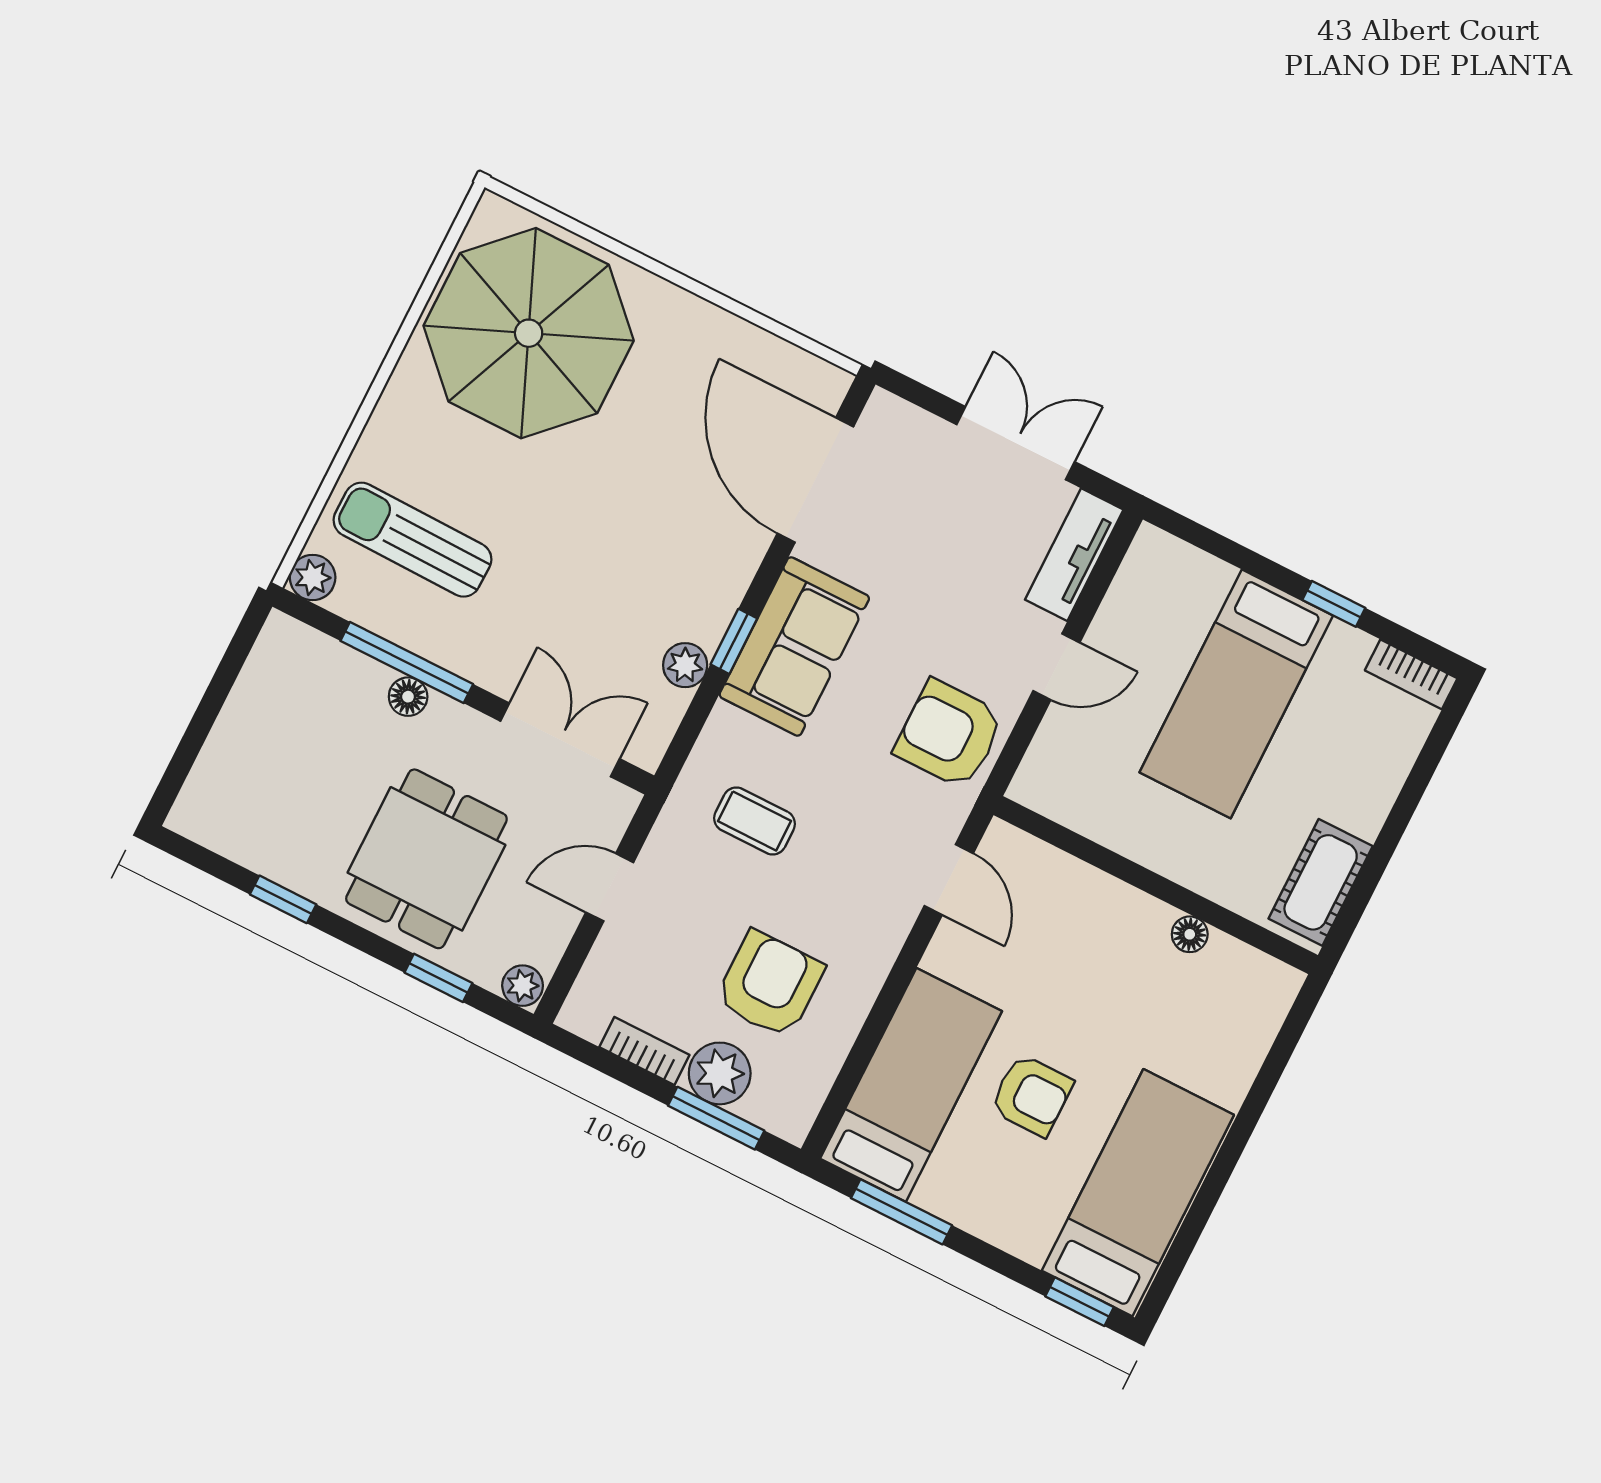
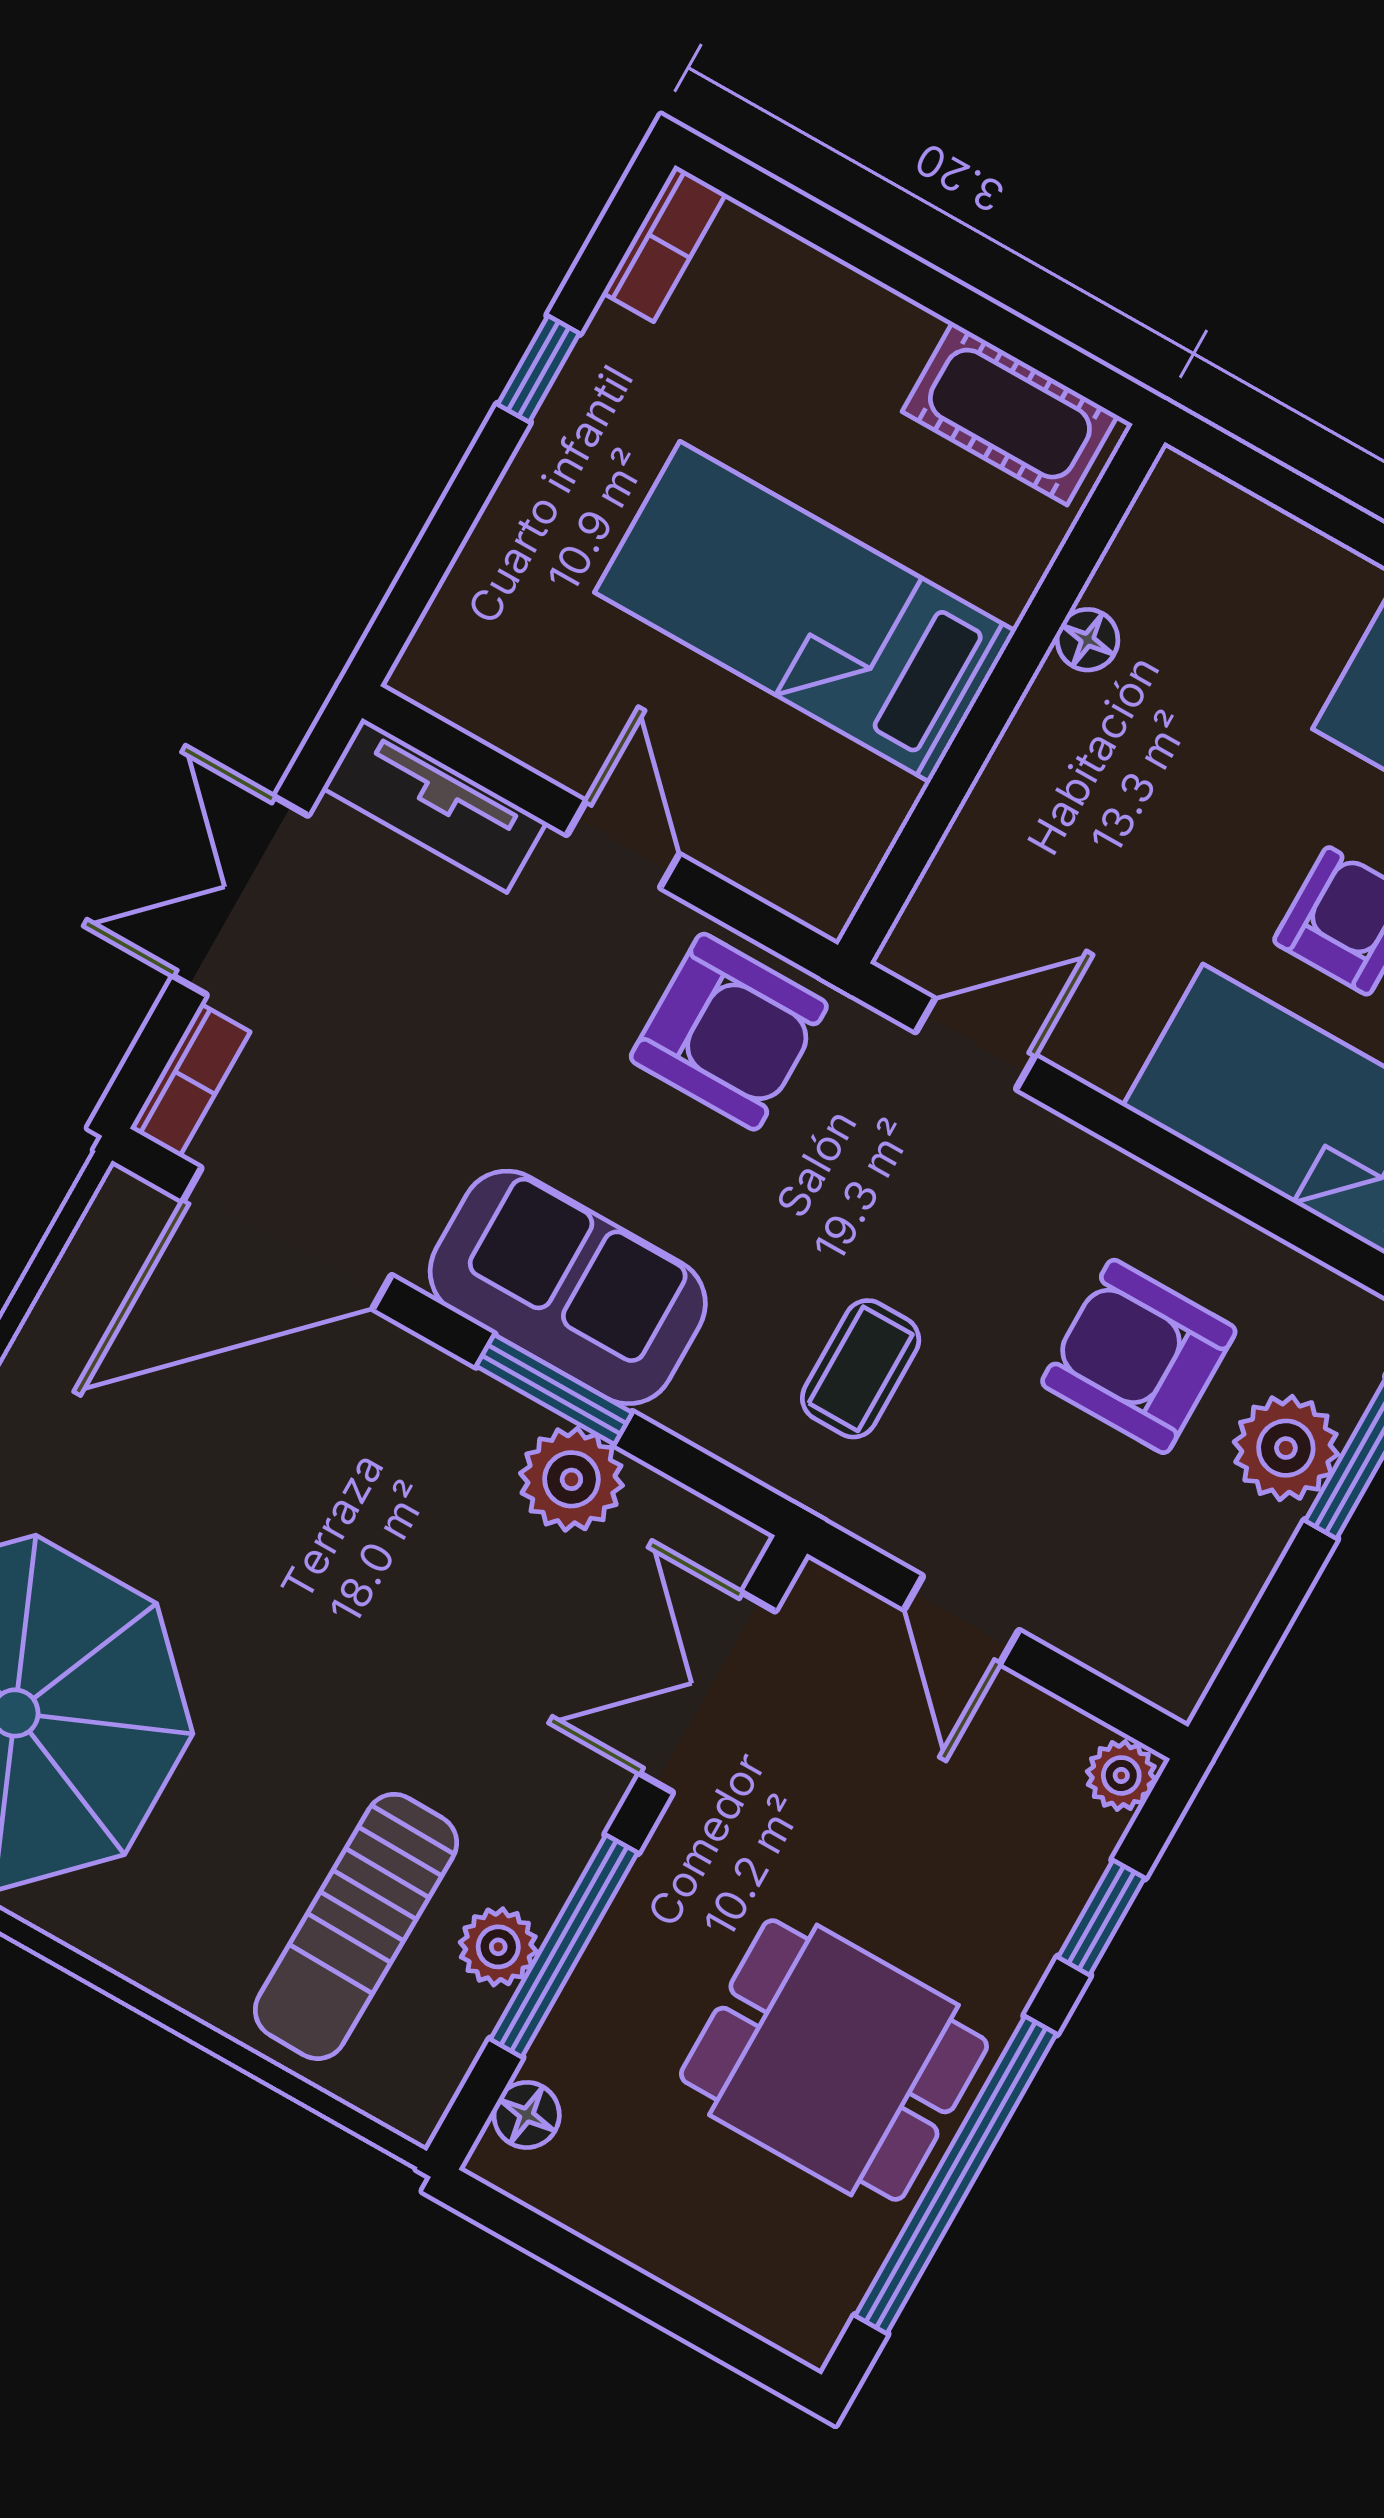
plant: (313, 577) -> (498, 1947), moved
window: (734, 641) -> (554, 1389), width x1.50
plant: (685, 665) -> (571, 1479), width x1.38, depth x1.38
bed: (1236, 694) -> (805, 612), moved, turned 180
floor lamp: (408, 697) -> (527, 2115), moved
armchair: (949, 734) -> (729, 1032), turned -90
dining table: (426, 859) -> (834, 2060), moved
window: (283, 899) -> (956, 2175), width x3.17
bookcase: (644, 1051) -> (190, 1080), moved, turned 180

